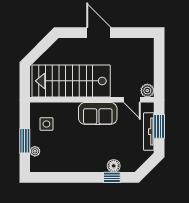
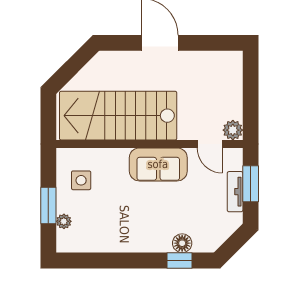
tv unit: (149, 132) -> (235, 192), width x0.71

